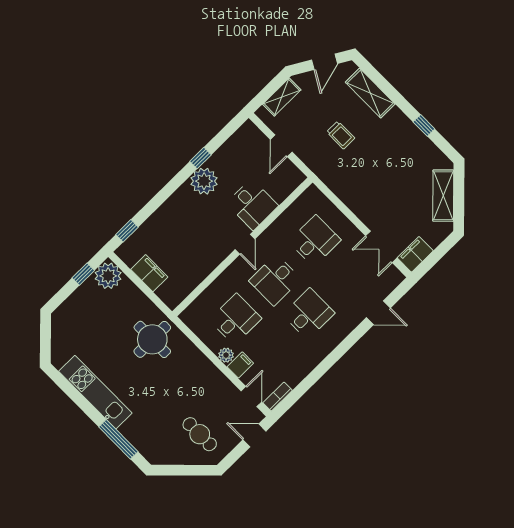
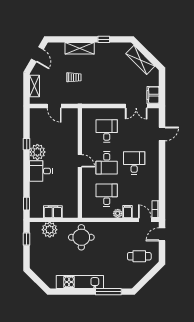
shelving: (370, 93) -> (80, 48), moved
desk: (252, 205) -> (41, 171), moved, turned 180
plant: (108, 276) -> (50, 230), moved

